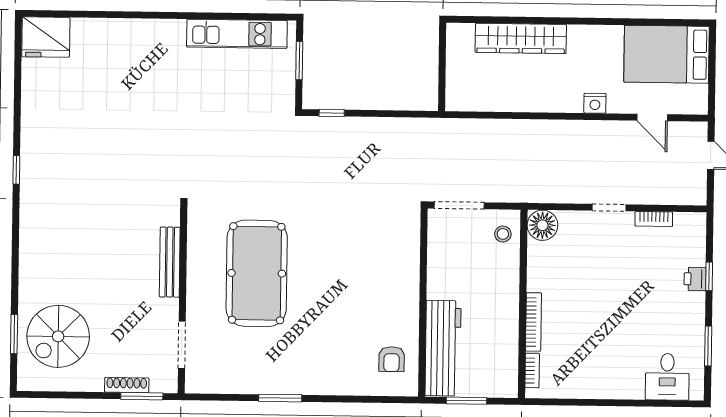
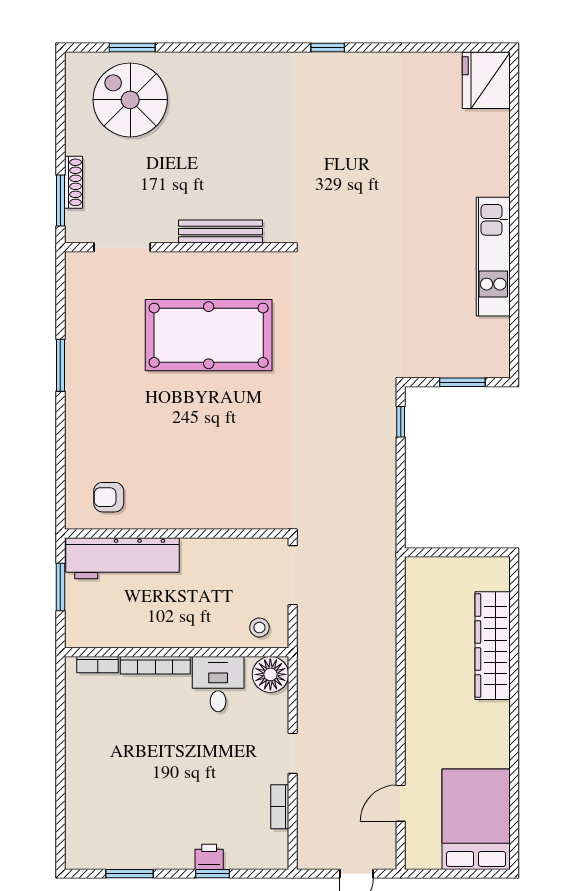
kitchen unit: (237, 34) -> (493, 257), moved
nightstand: (595, 103) -> (417, 735), removed
desk: (667, 377) -> (218, 684), moved, turned 90

